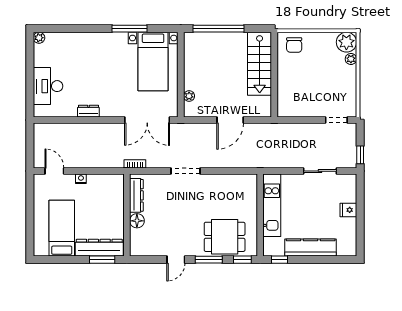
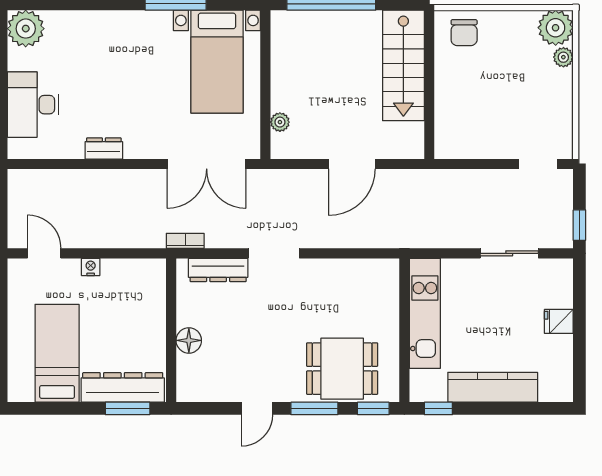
plant: (39, 38) -> (26, 29), width x1.88, depth x1.88
dresser: (136, 195) -> (218, 270), moved, turned 90

